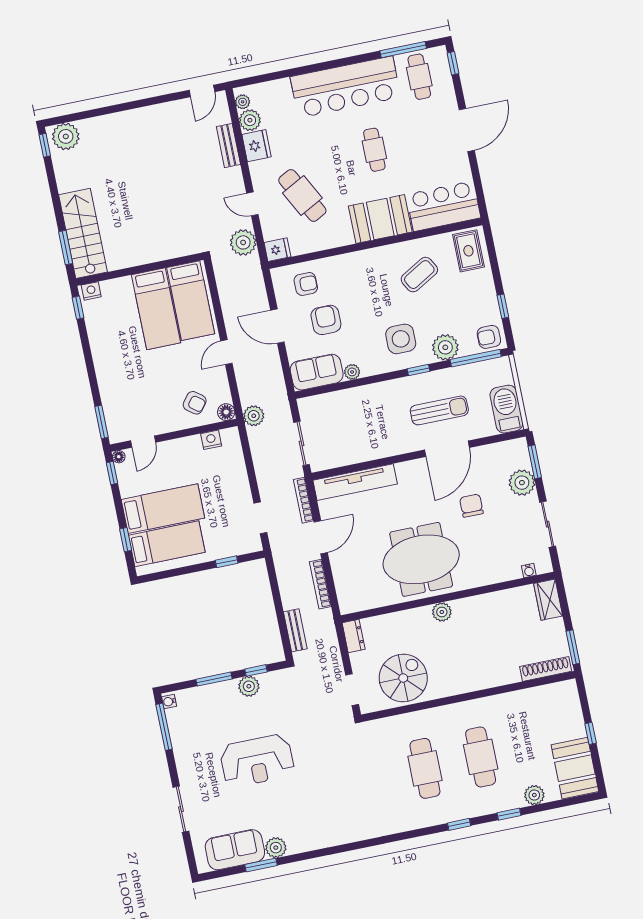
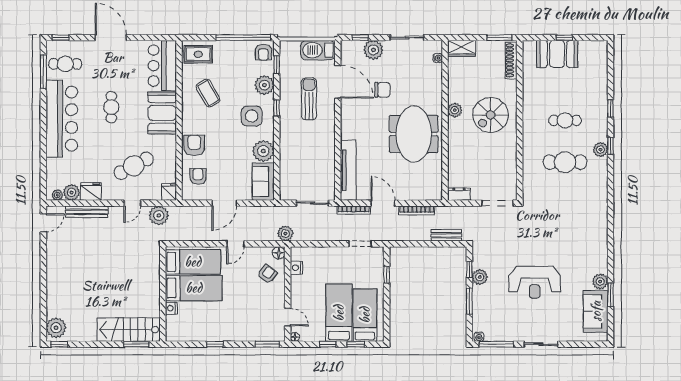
door: (202, 91) -> (43, 223), hinge flipped
bench: (228, 146) -> (87, 212), width x1.36
cafe table: (374, 150) -> (111, 107), turned 90
nightstand: (91, 291) -> (171, 308), moved
window: (503, 306) -> (243, 38), width x3.17
window: (78, 308) -> (215, 344), moved
armchair: (326, 320) -> (194, 145), moved, turned 90
door: (226, 352) -> (235, 244), hinge flipped
window: (476, 358) -> (277, 65), width x0.46
plant: (352, 372) -> (263, 151), width x1.87, depth x1.87
door: (447, 449) -> (338, 82), moved
window: (535, 462) -> (360, 38), width x0.67
window: (112, 473) -> (328, 344), moved
chair: (471, 506) -> (382, 90), turned 180
plant: (442, 612) -> (455, 110), moved
spiral stairs: (403, 678) -> (491, 115), moved, turned -90
doorway: (352, 690) -> (497, 203), width x1.38
cafe table: (481, 757) -> (565, 120), width x0.73, depth x0.74
reception desk: (257, 761) -> (535, 282), turned 90
booth: (575, 768) -> (557, 54), moved
plant: (534, 795) -> (600, 150), moved
sliding door: (181, 809) -> (541, 344), moved

